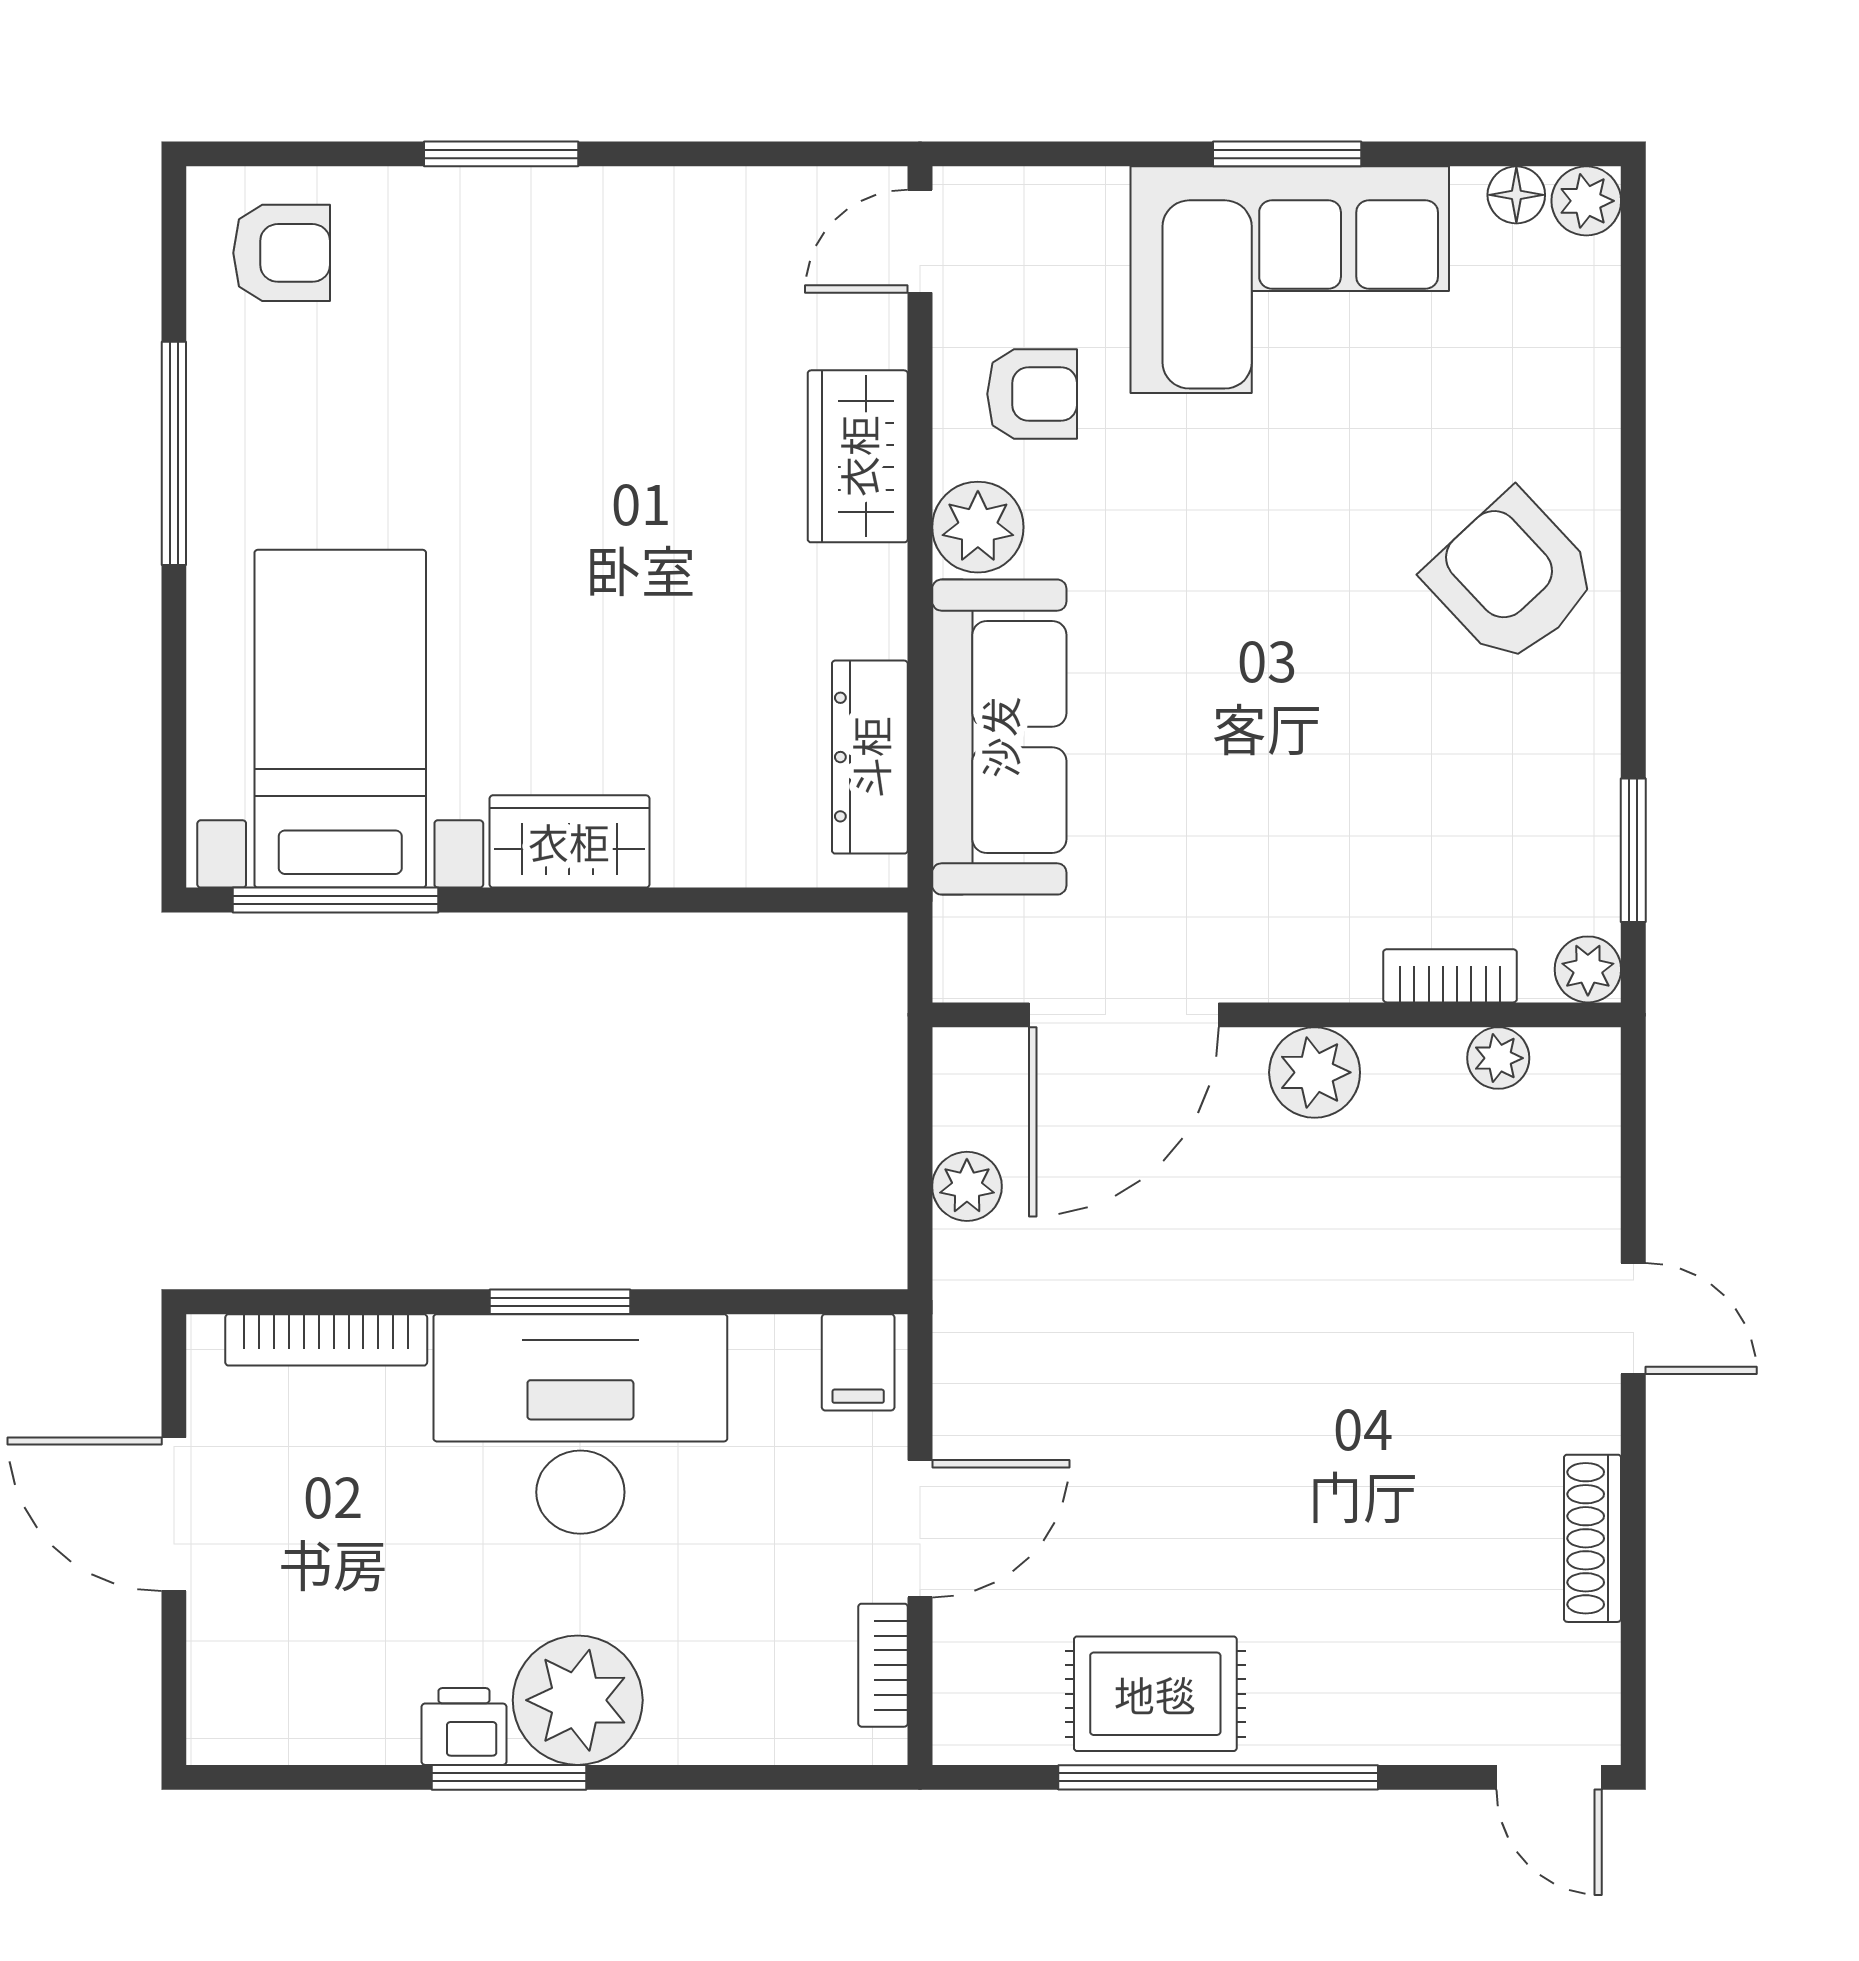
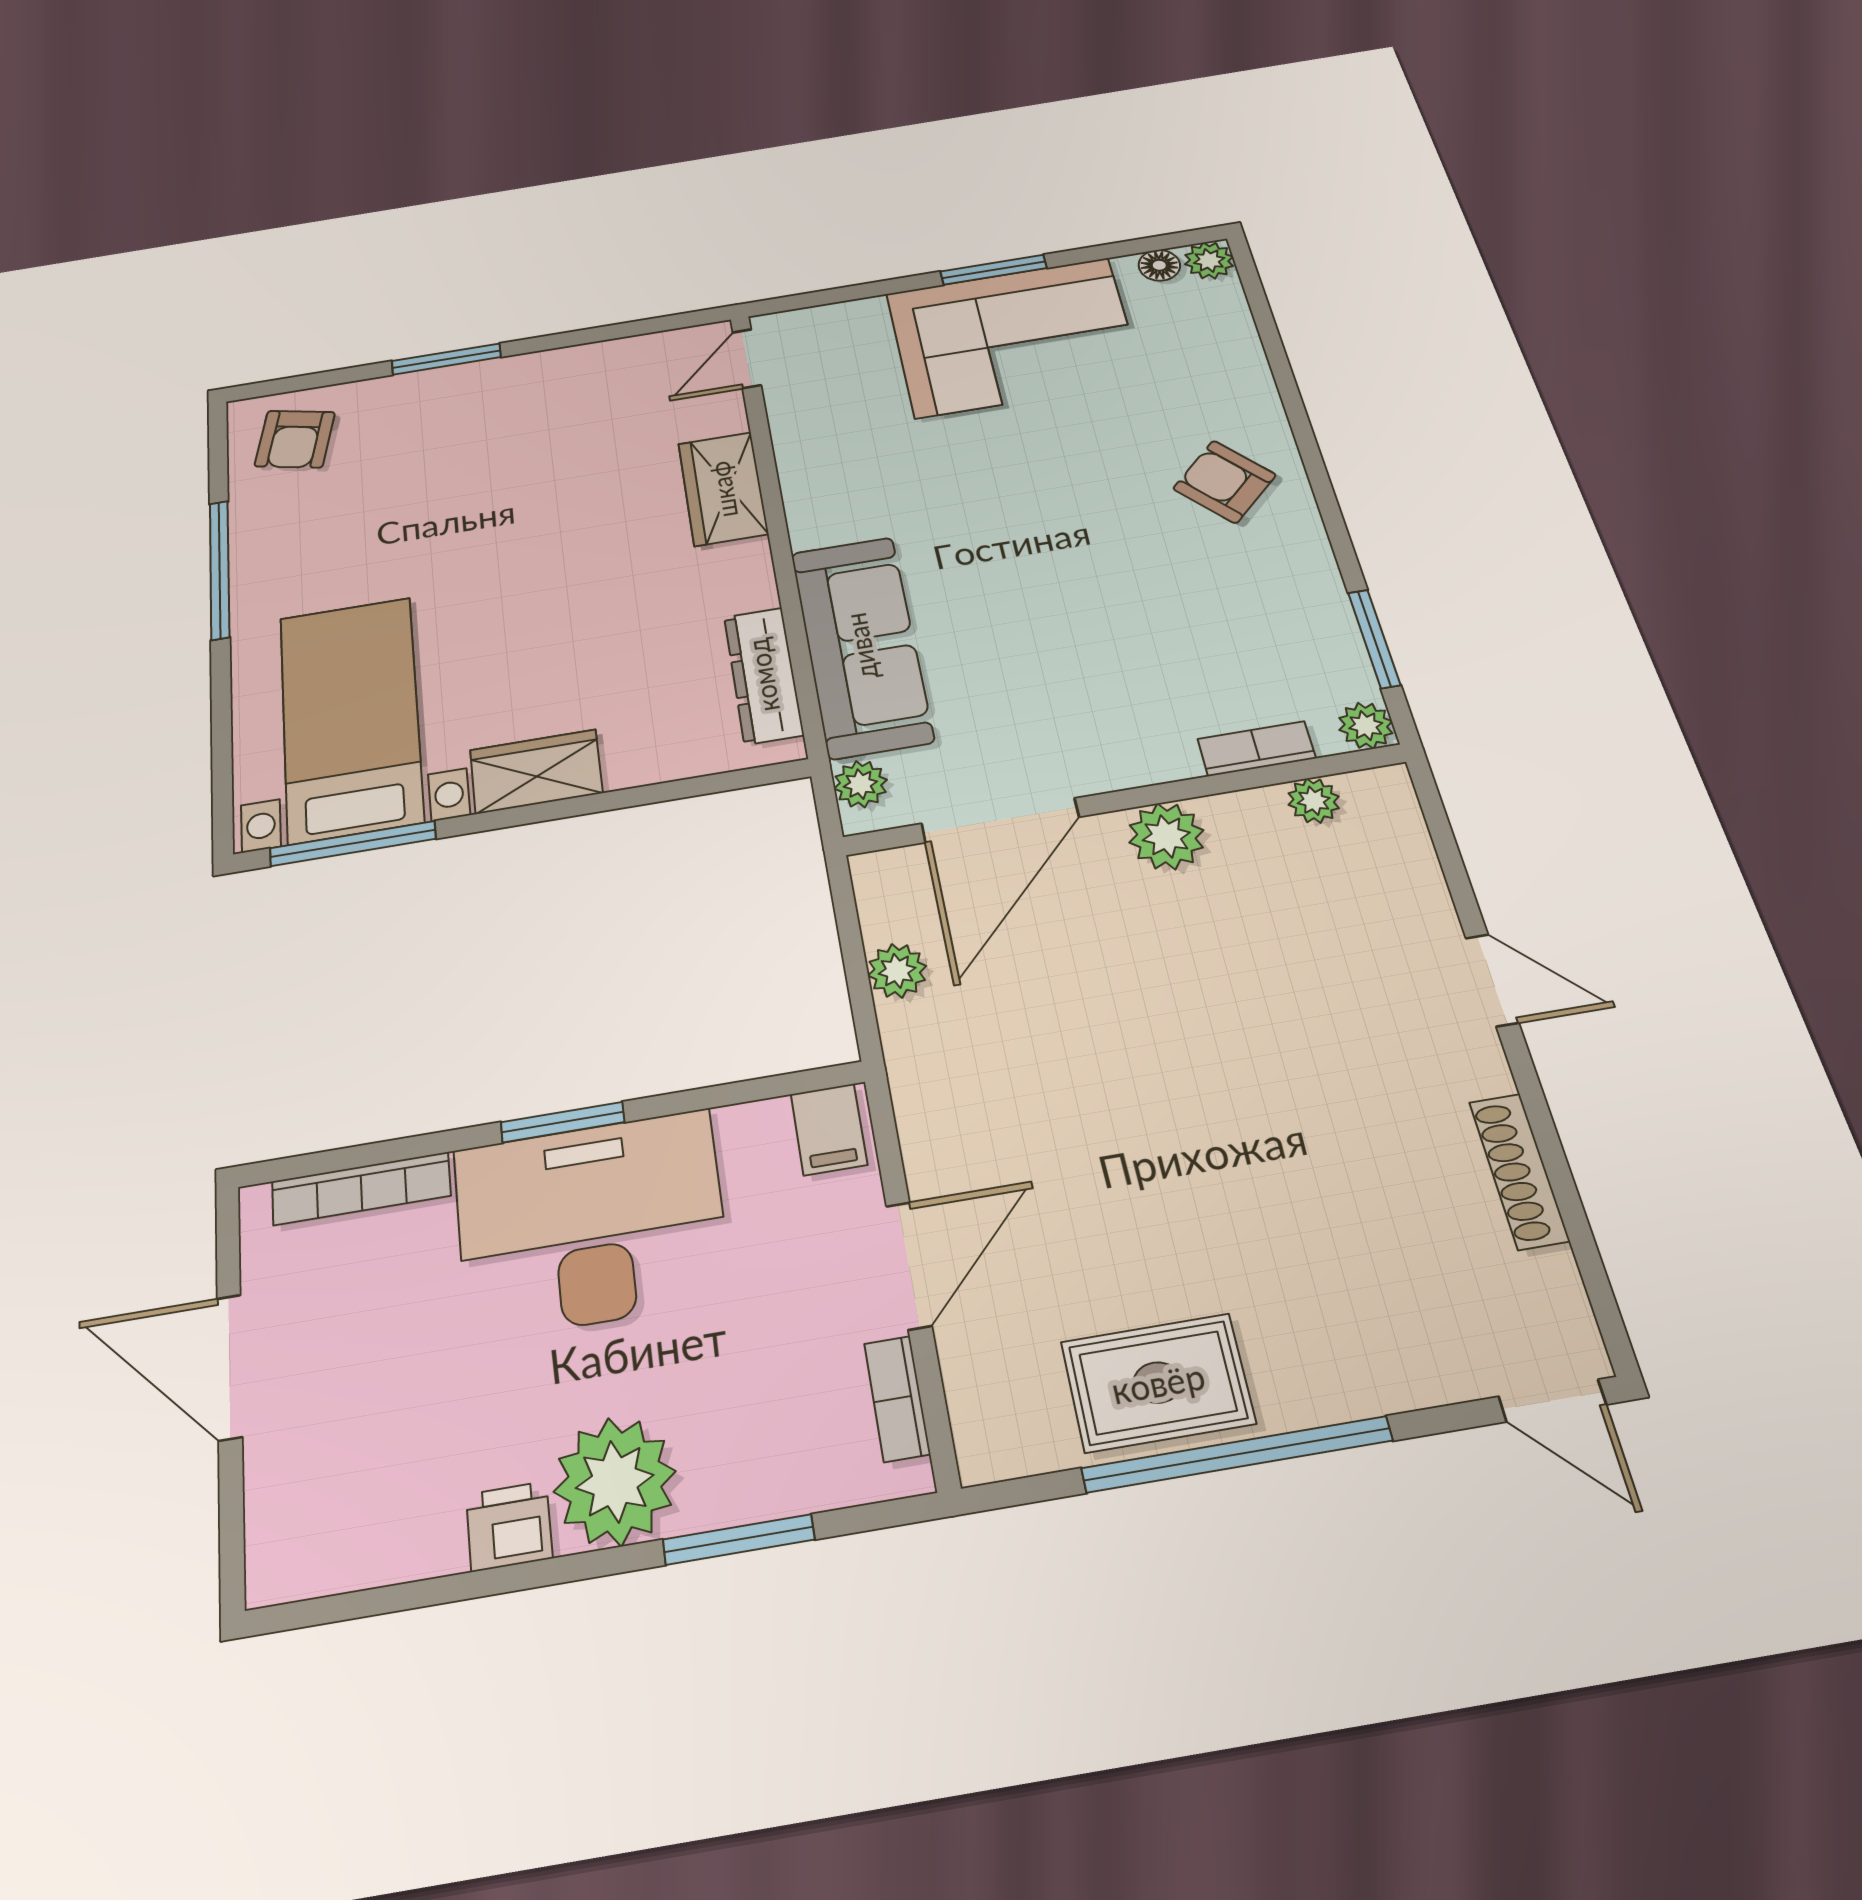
armchair: (282, 253) -> (295, 439), turned 103
armchair: (1032, 394) -> (844, 431), removed
plant: (978, 527) -> (860, 784), moved, width x0.73, depth x0.73
armchair: (1512, 578) -> (1224, 482), width x0.72, depth x0.72
window: (509, 1777) -> (739, 1540), moved

